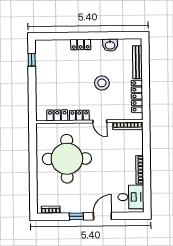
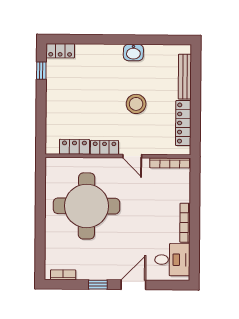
locker: (81, 44) -> (60, 51), moved
washbasin: (110, 45) -> (133, 52), moved

